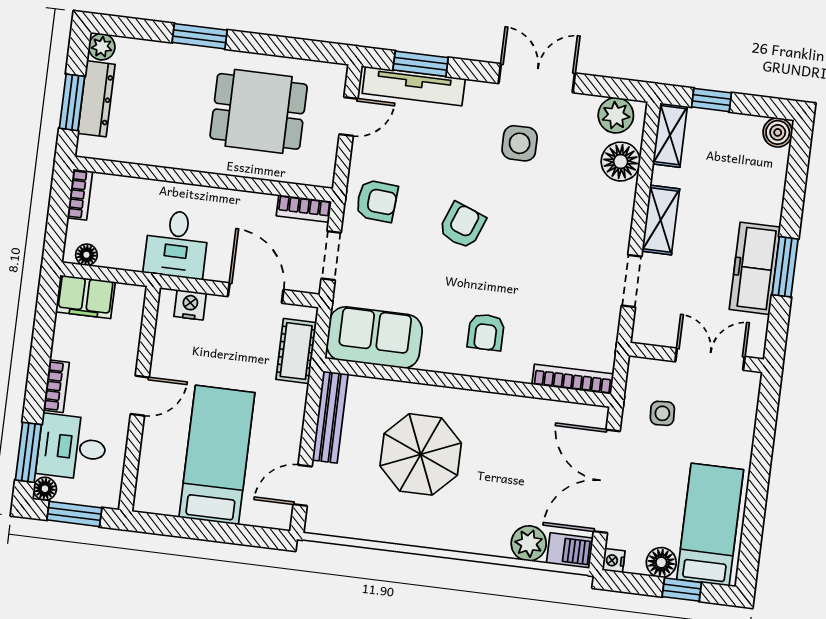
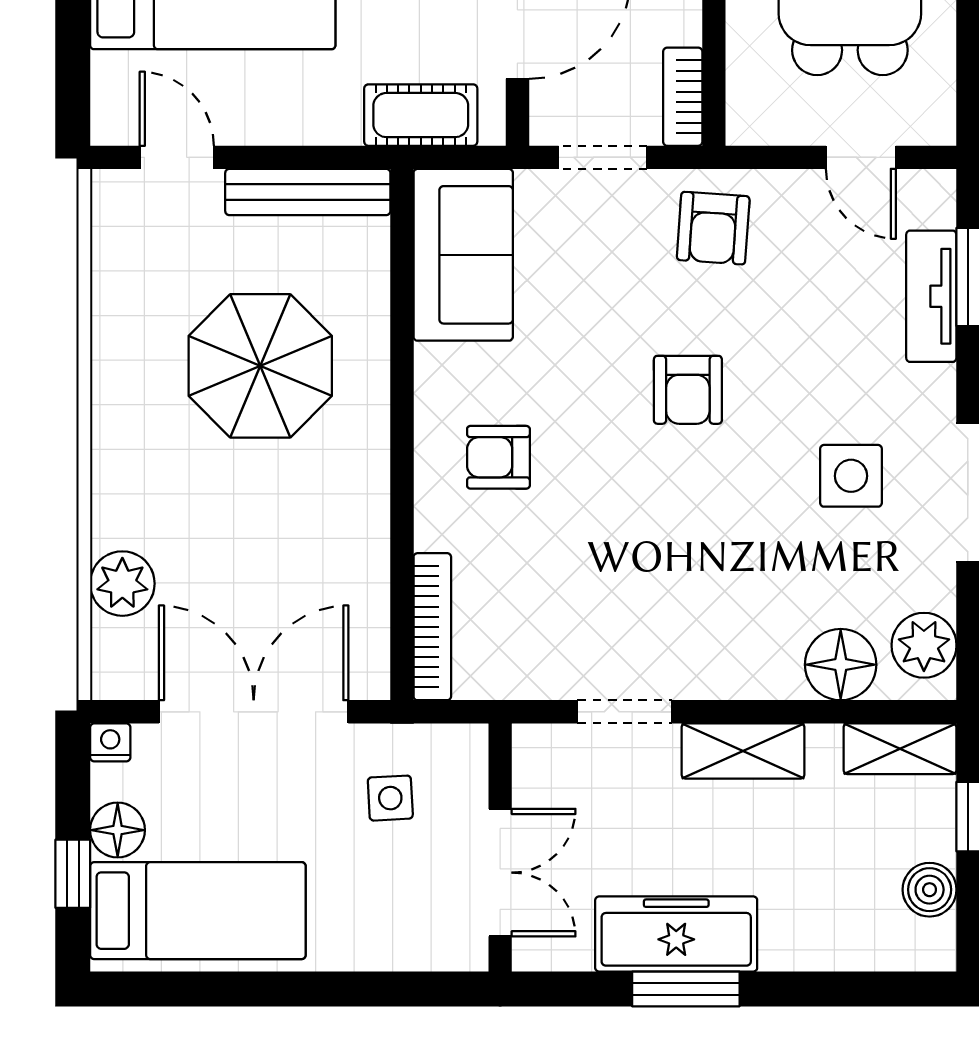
tv unit: (414, 86) -> (931, 296), width x0.71
boiler: (778, 132) -> (930, 890), moved
armchair: (462, 225) -> (688, 390), turned 69
barbecue: (570, 551) -> (118, 660), removed

